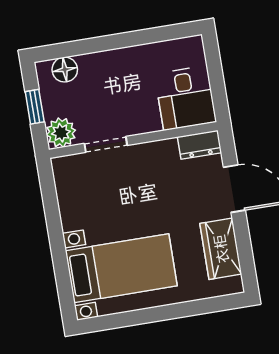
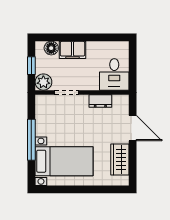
filing cabinet: (103, 67) -> (72, 50), added
dresser: (200, 145) -> (100, 101), moved
window: (57, 239) -> (31, 140), added

